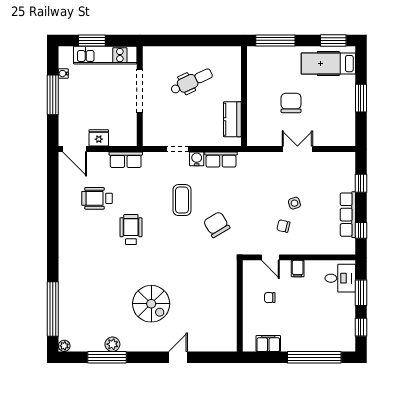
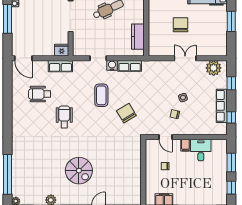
fridge: (99, 138) -> (62, 50), moved
plant: (337, 162) -> (214, 68), added
desk: (340, 278) -> (201, 150), moved, turned -90

